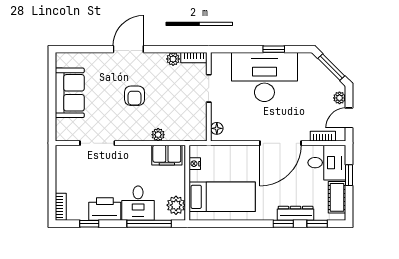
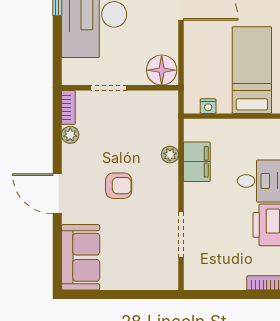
sofa: (70, 93) -> (81, 257), moved, turned 90
floor lamp: (217, 128) -> (162, 70), width x1.89, depth x1.89
filing cabinet: (167, 155) -> (197, 162), moved
plant: (176, 205) -> (263, 131), removed

